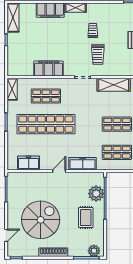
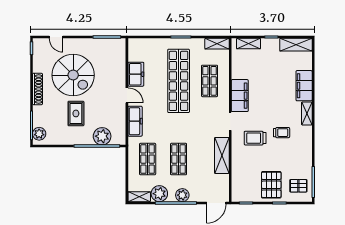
shelving: (12, 61) -> (249, 44), added
filing cabinet: (49, 69) -> (240, 96), moved
freezer: (29, 163) -> (136, 74), moved
rug: (86, 218) -> (76, 113), moved, turned 90

